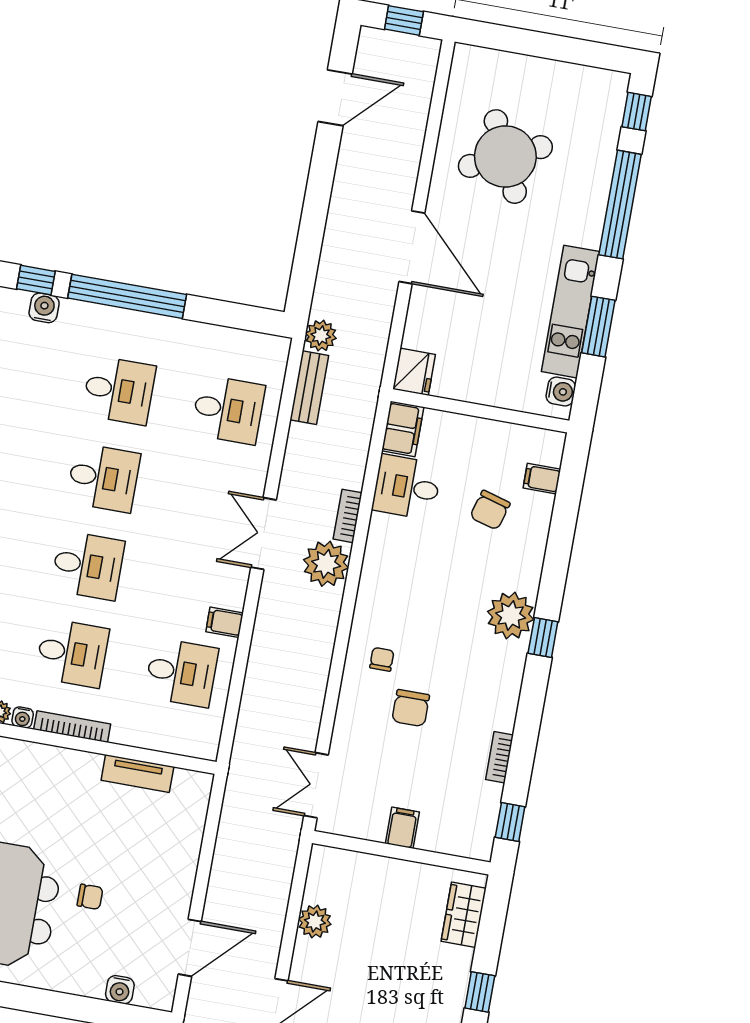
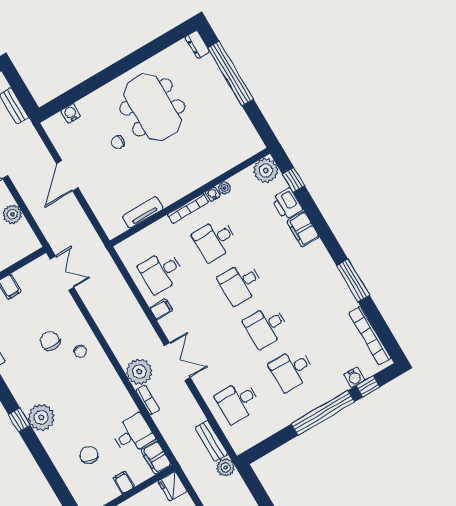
filing cabinet: (542, 479) -> (124, 482), moved, turned -90
door: (190, 948) -> (67, 176), moved

